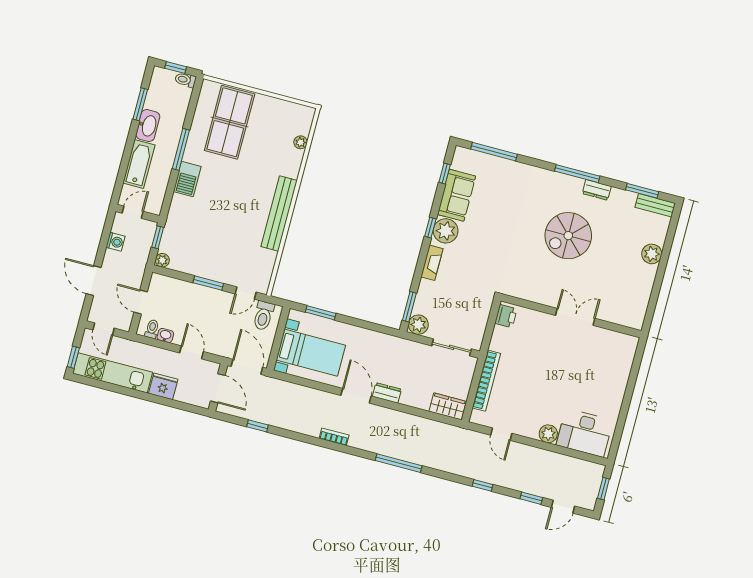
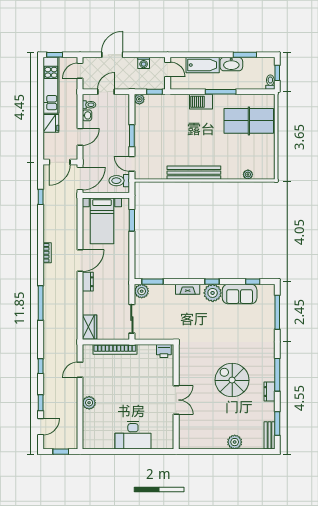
desk: (585, 433) -> (133, 435), moved, turned -90
door: (563, 507) -> (41, 427), swing flipped

